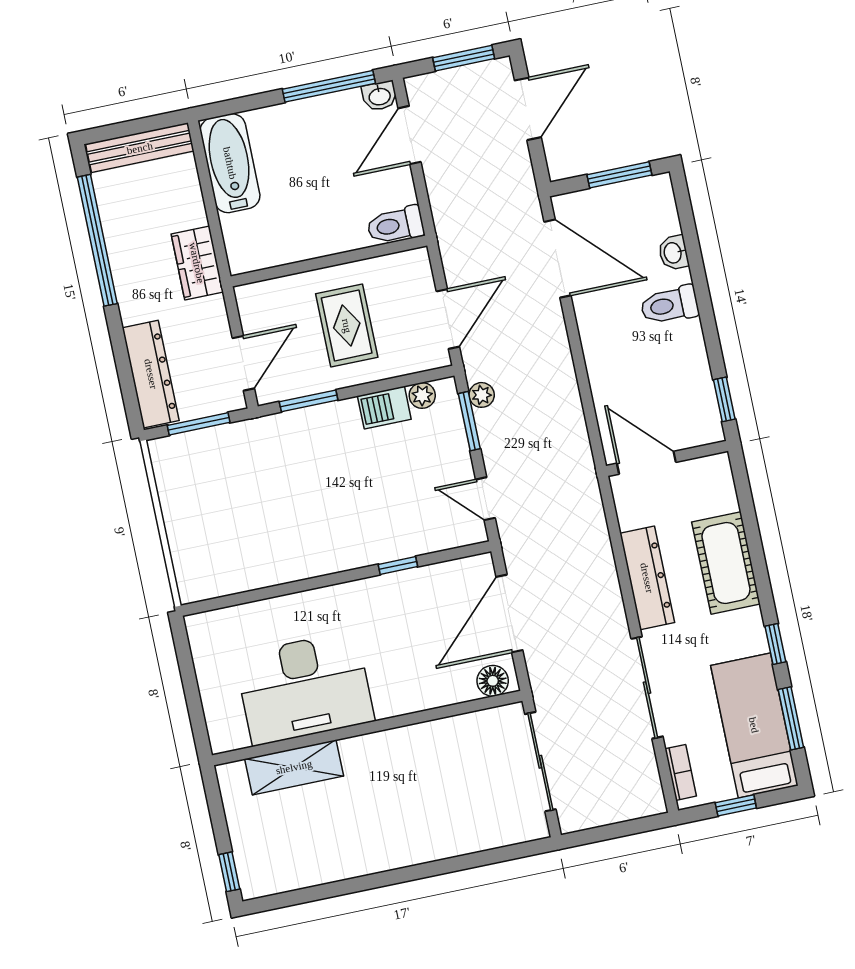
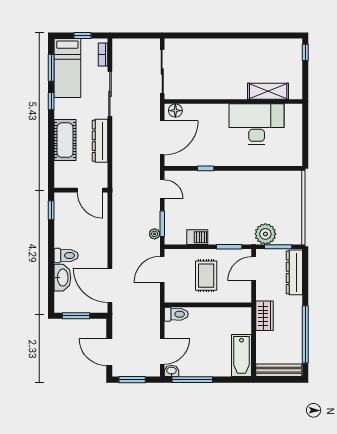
door: (528, 109) -> (109, 352), hinge flipped
washbasin: (673, 253) -> (62, 278), width x1.91, depth x1.45
plant: (422, 396) -> (265, 234), moved, width x1.88, depth x1.88

